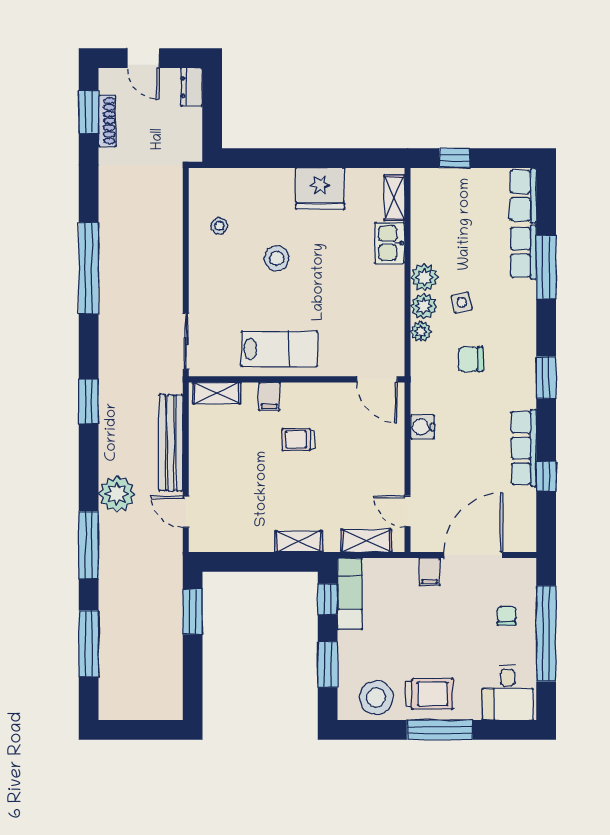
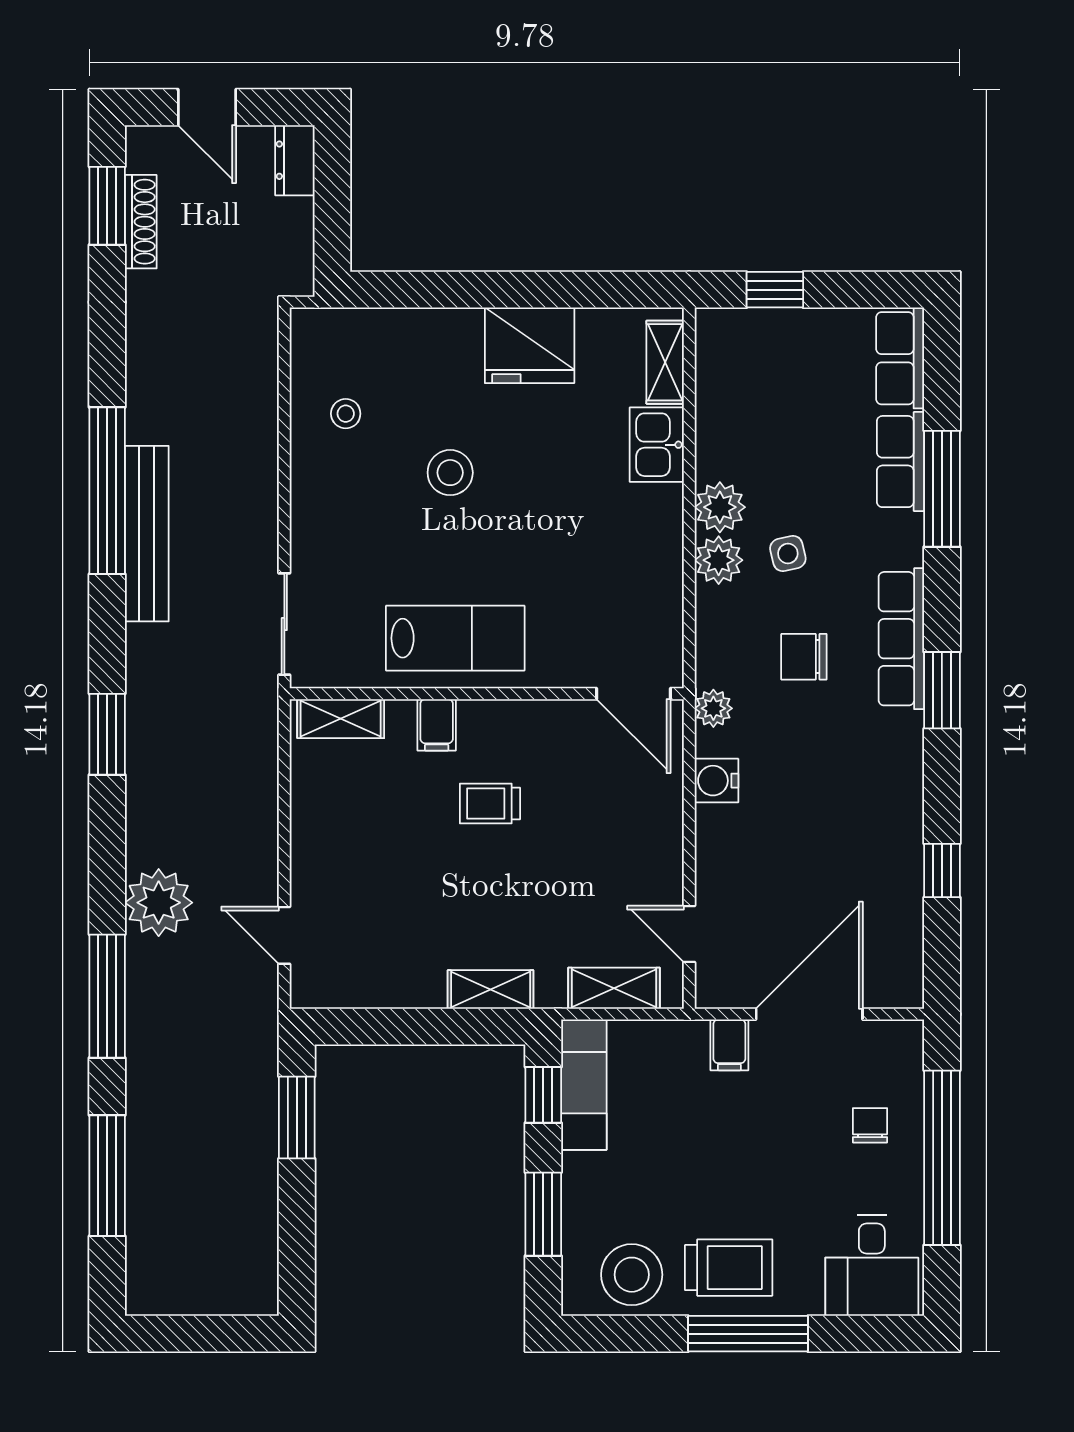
plant: (421, 332) -> (713, 708), moved
bench: (171, 443) -> (147, 534), moved
row of seats: (524, 448) -> (901, 639), moved

